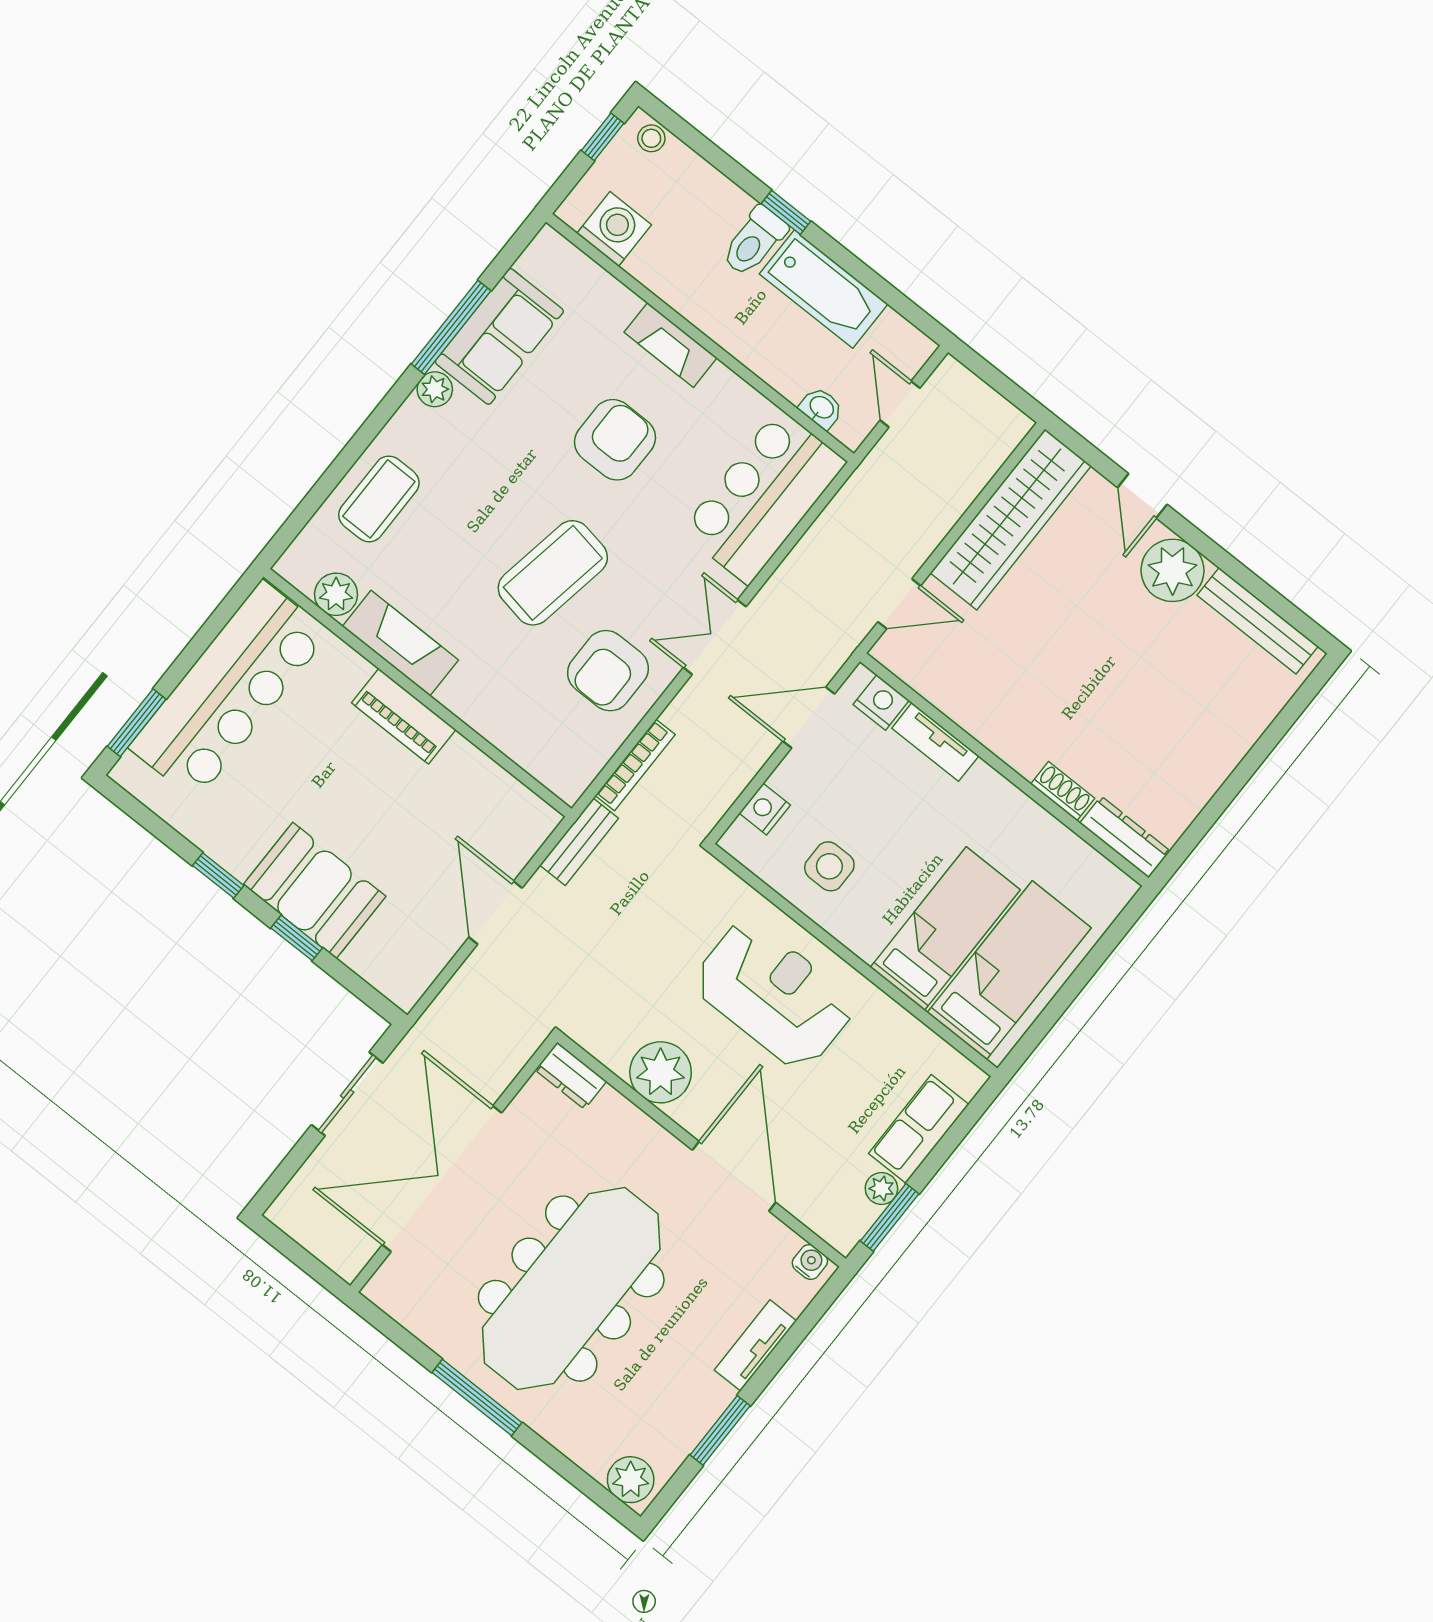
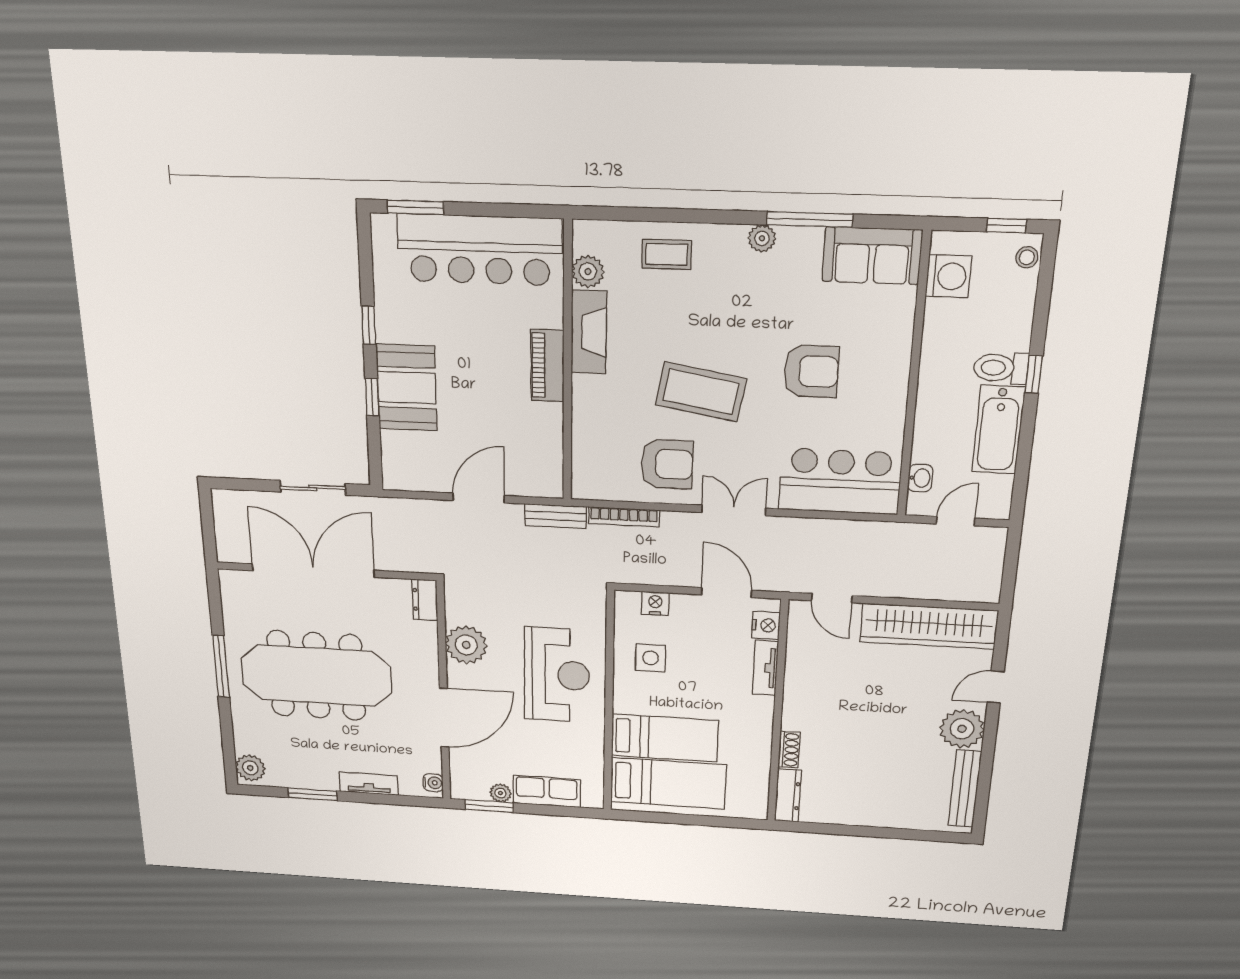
sofa: (499, 336) -> (872, 256), moved
fireplace: (671, 345) -> (896, 363), removed
coffee table: (379, 499) -> (667, 254), width x0.73, depth x0.77
armchair: (608, 671) -> (667, 464), turned 180

